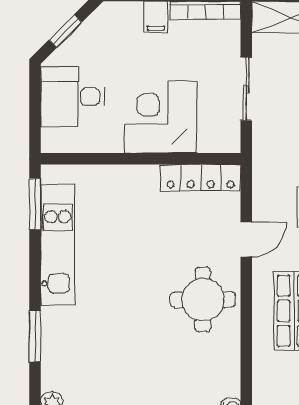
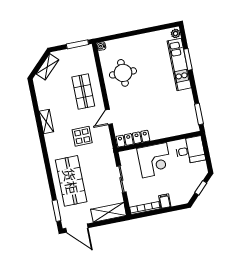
desk: (73, 97) -> (190, 150), moved
kitchen unit: (58, 245) -> (179, 64), moved
round table: (203, 300) -> (123, 73), moved

